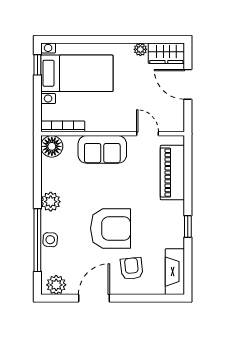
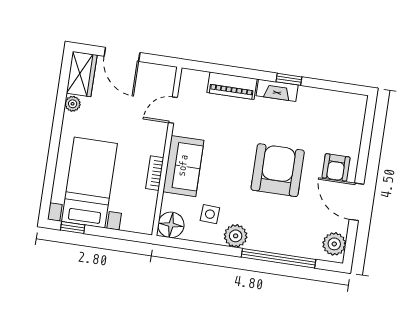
door: (188, 84) -> (122, 54), hinge flipped
bookcase: (63, 126) -> (155, 173), moved, width x0.64
piano: (172, 173) -> (232, 86), width x0.73, depth x0.75
side table: (50, 240) -> (210, 214), moved
armchair: (132, 268) -> (336, 167), moved, turned -84
fireplace: (175, 272) -> (277, 90), moved, width x0.73, depth x0.76

